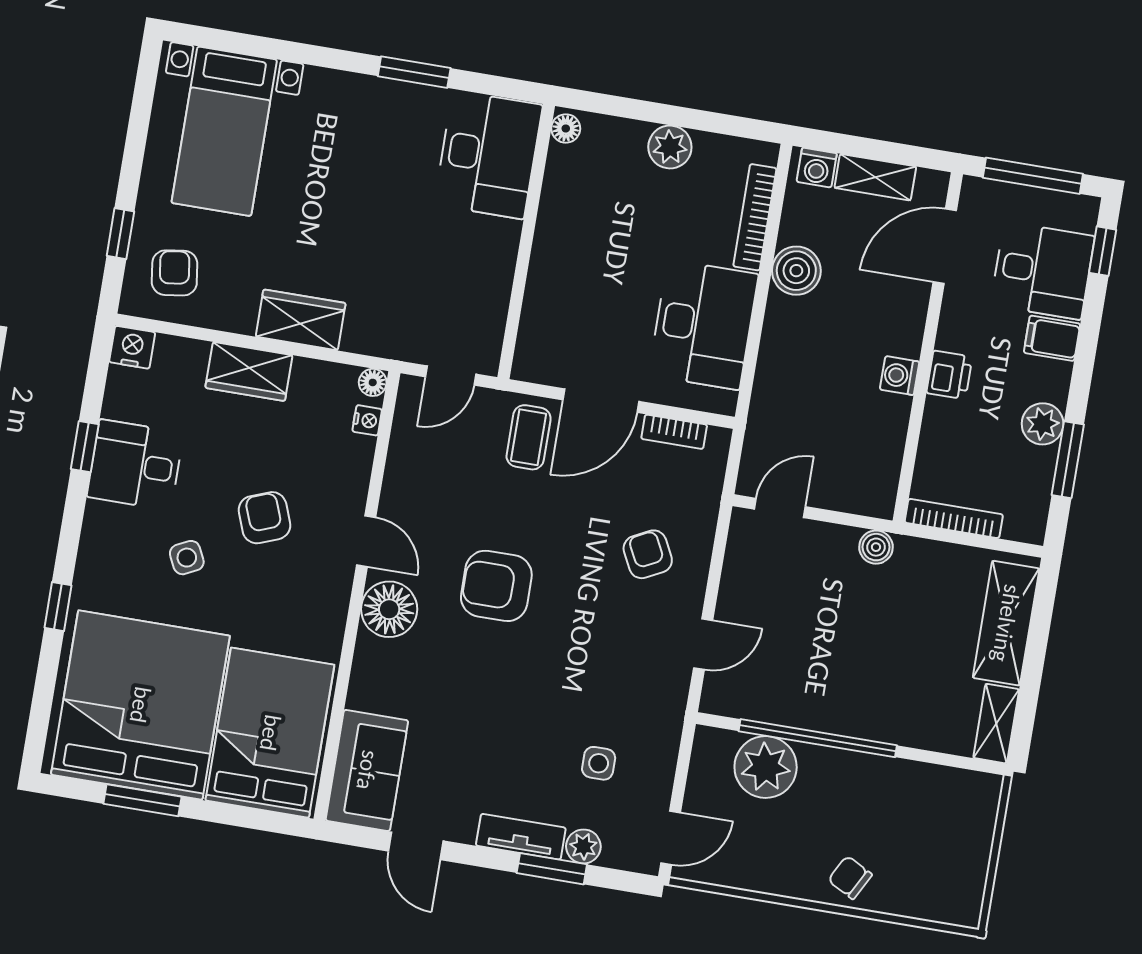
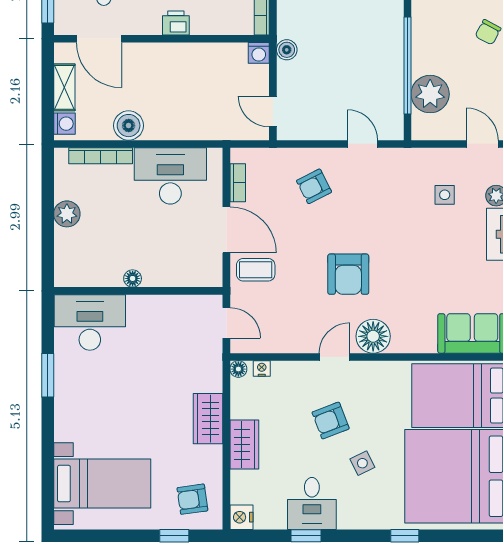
floor lamp: (566, 128) -> (133, 278), moved
washing machine: (900, 376) -> (259, 53), moved

